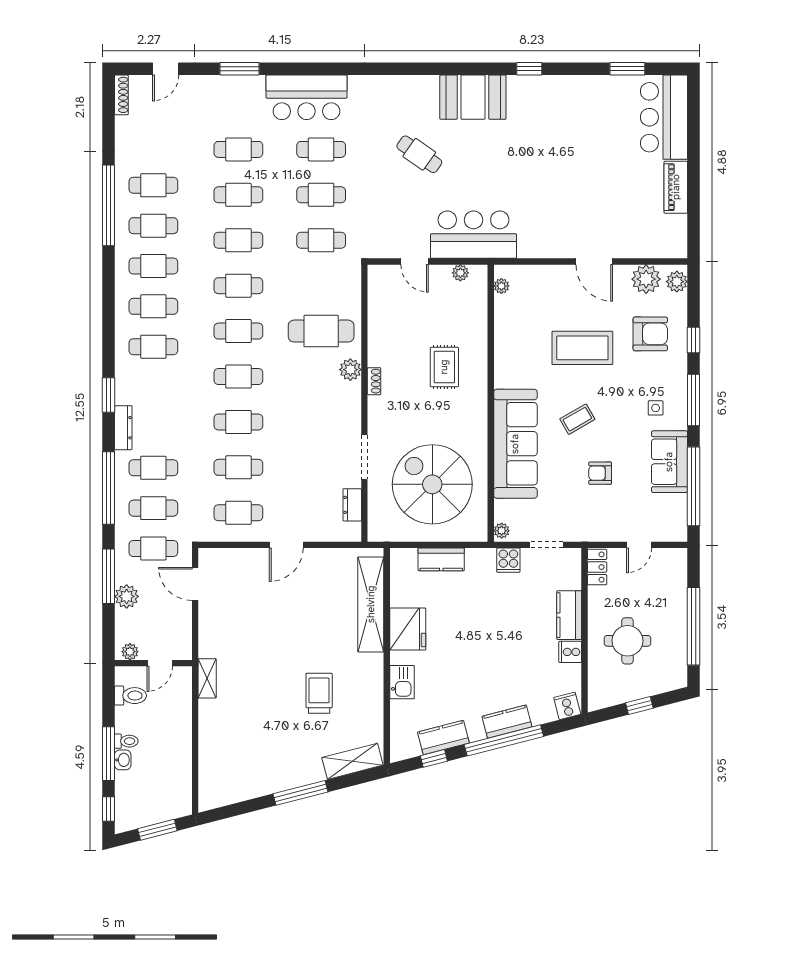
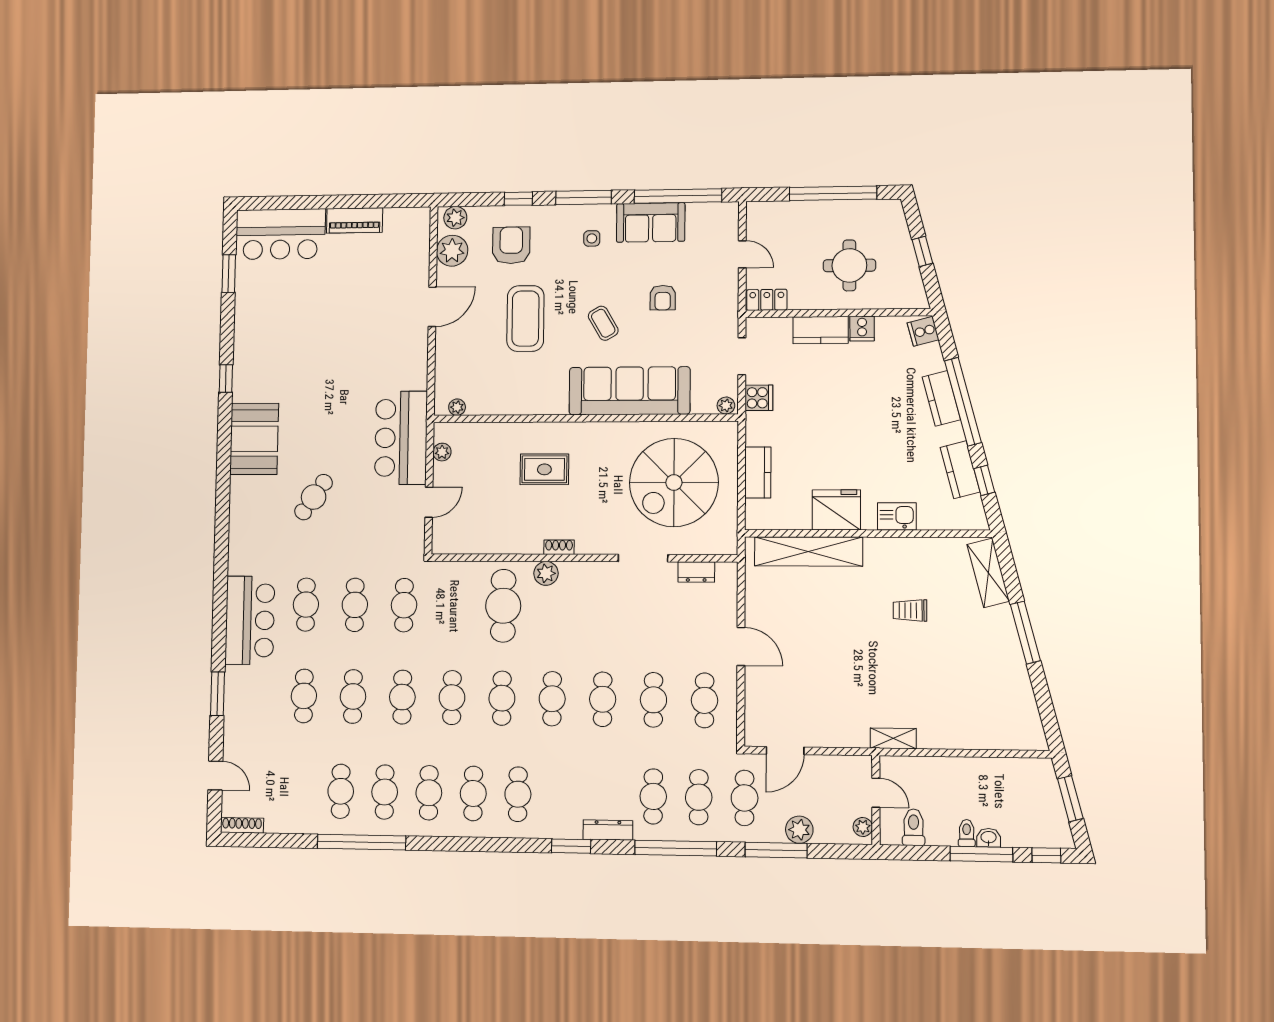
trolley: (319, 693) -> (910, 610), width x0.73, depth x0.72

